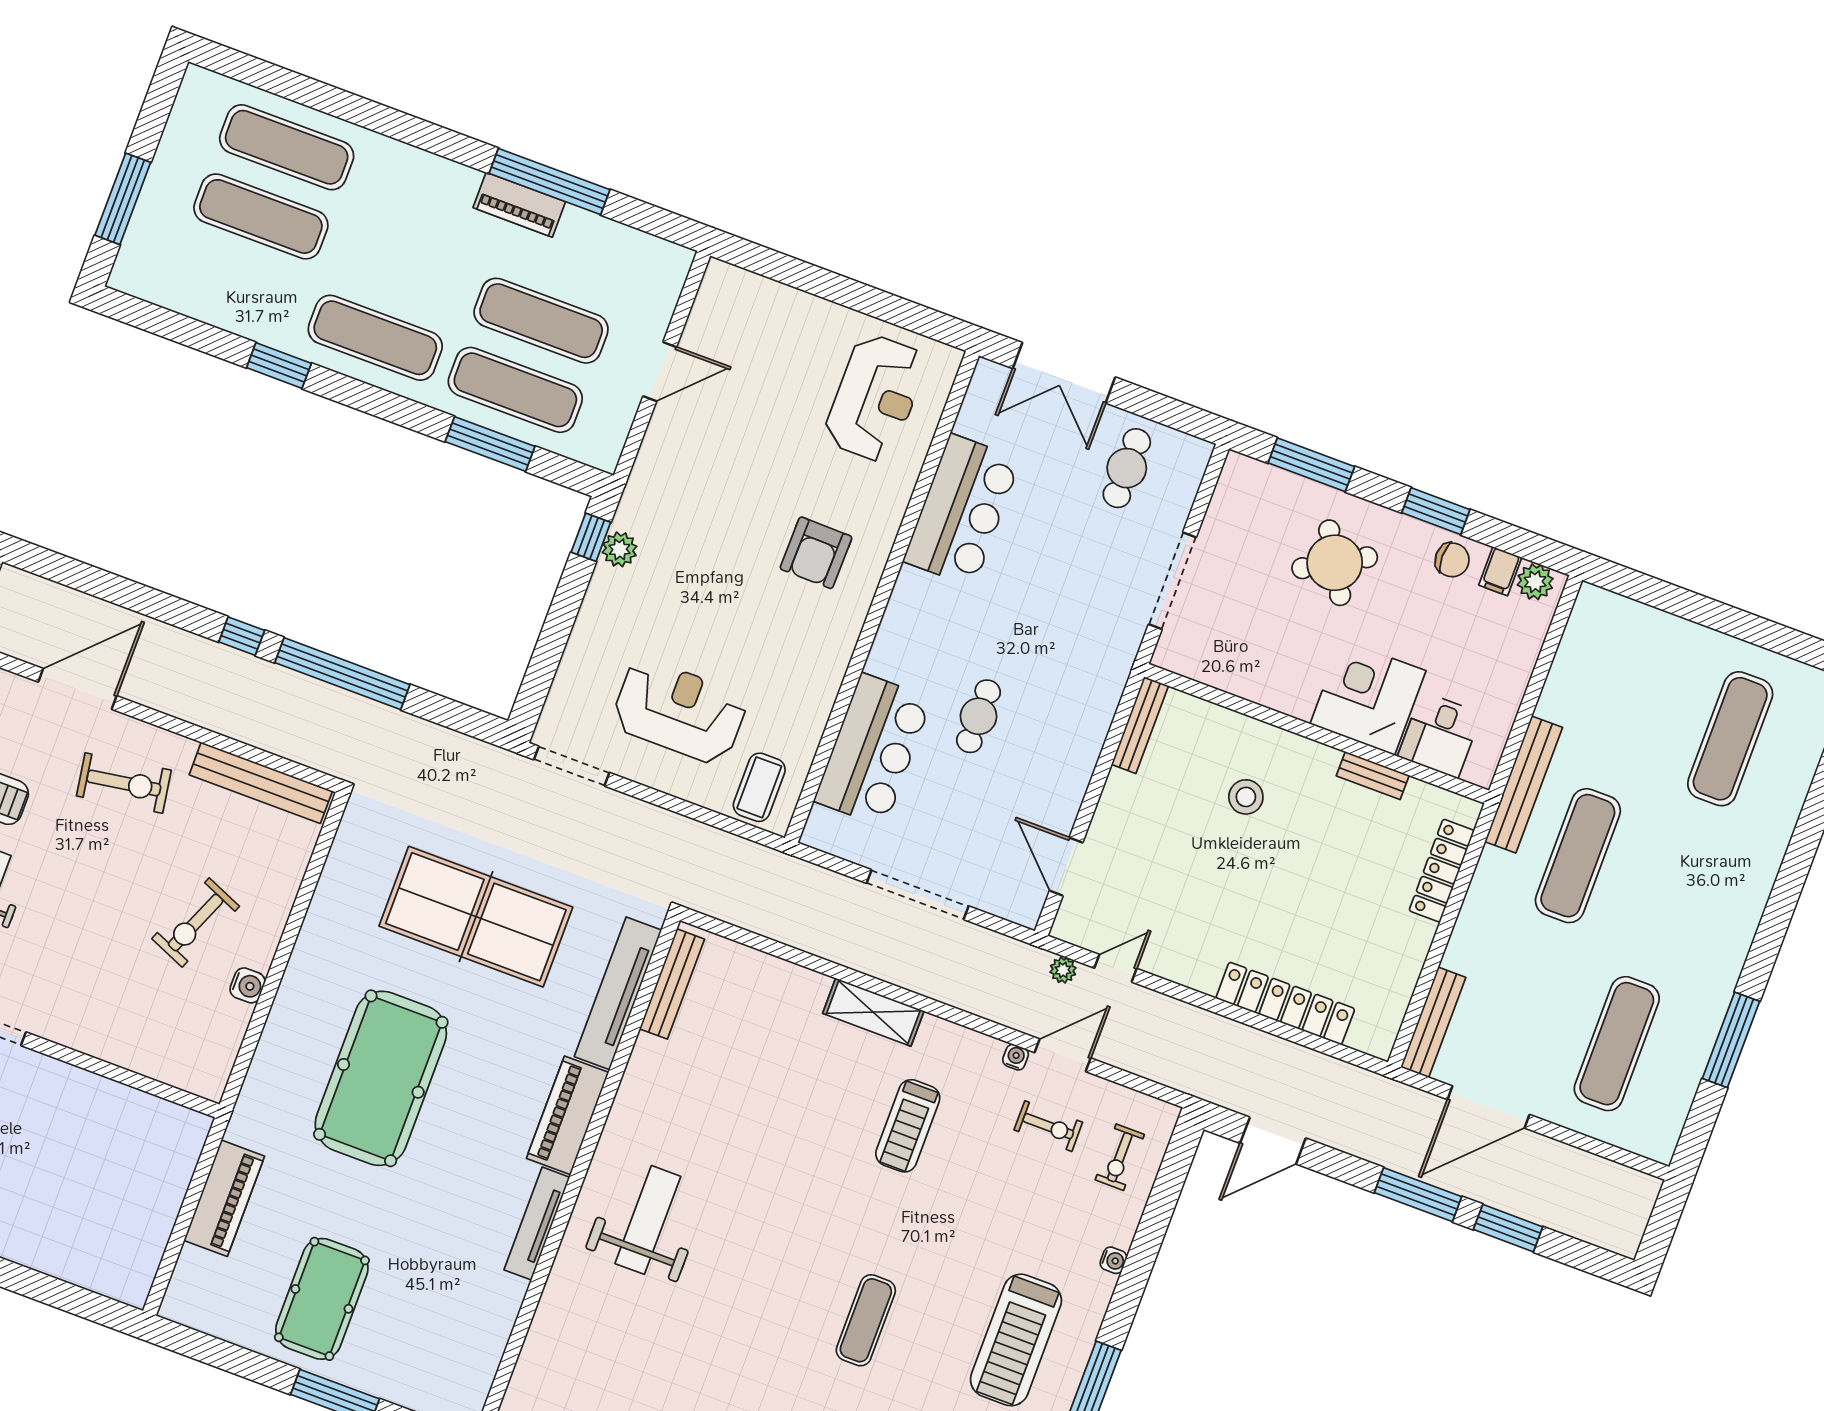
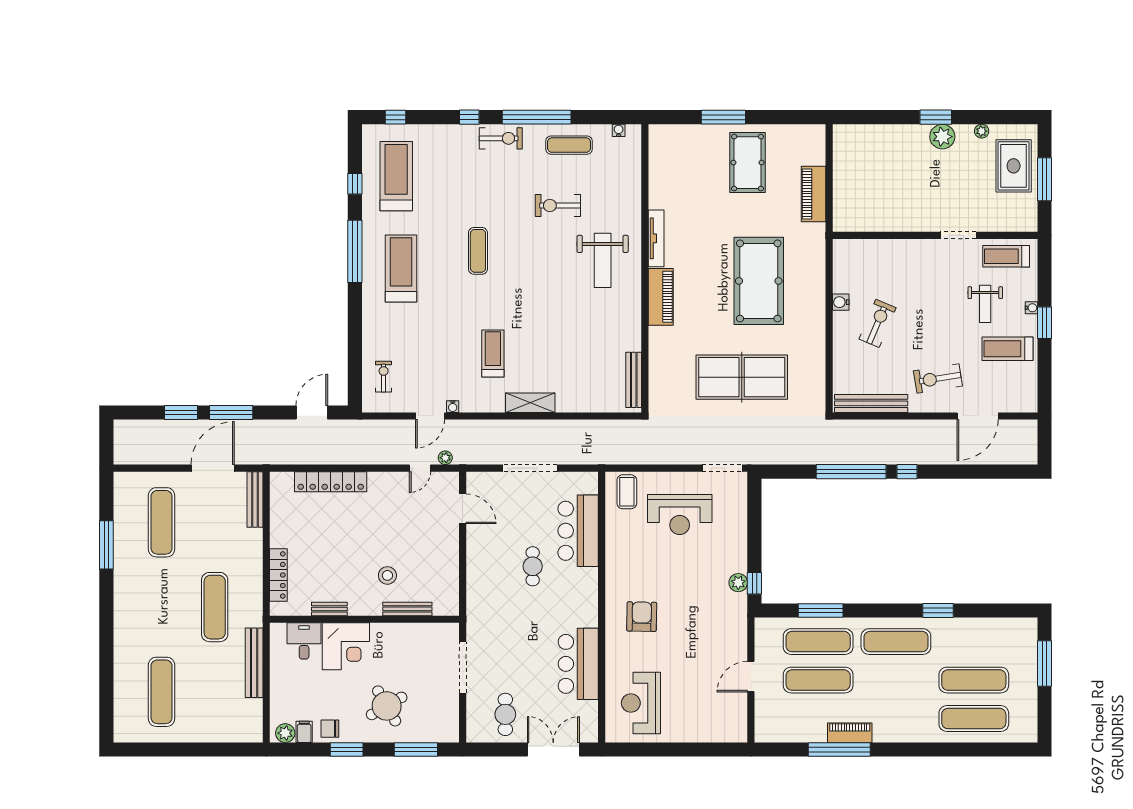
bench: (1140, 725) -> (407, 609), moved, turned 90
bench: (1524, 785) -> (254, 663), moved
tv unit: (618, 993) -> (658, 366), removed
exercise bike: (1048, 1126) -> (558, 205), moved, width x1.38, depth x1.39
water cooler: (1113, 1260) -> (368, 325), removed

